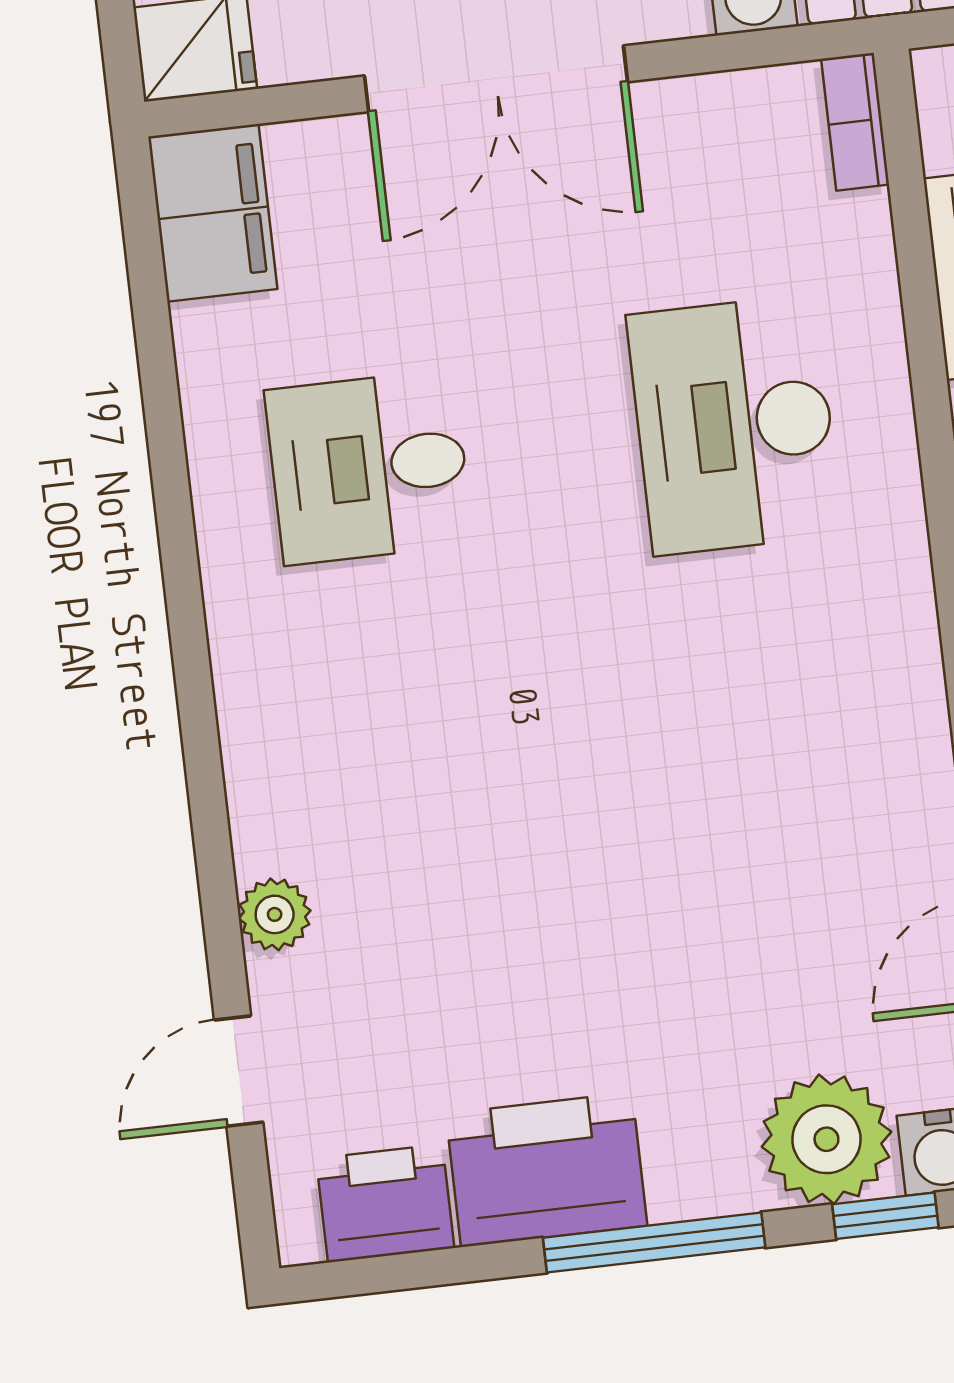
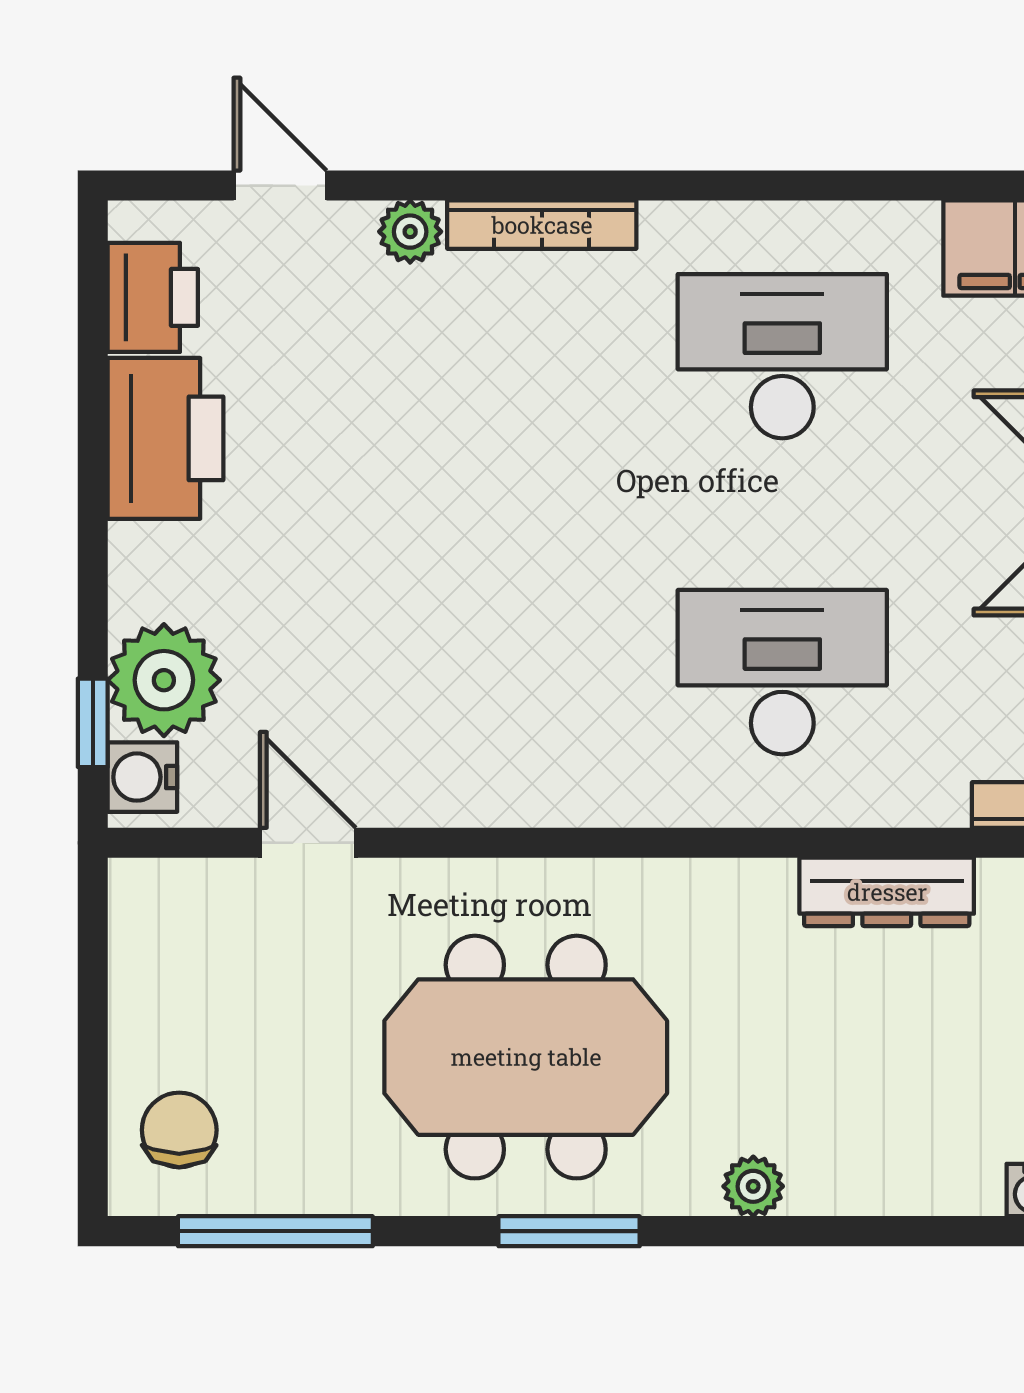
desk: (369, 467) -> (782, 356), width x1.37
bookcase: (249, 763) -> (542, 225), added
window: (654, 1243) -> (93, 523), removed

